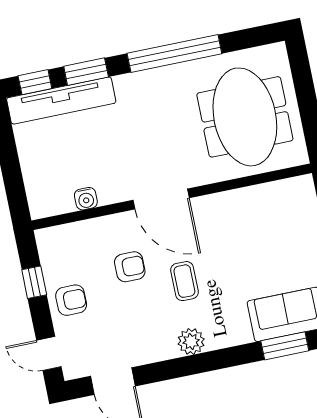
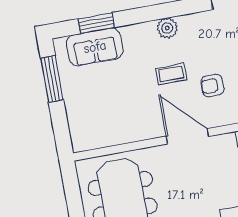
coffee table: (184, 281) -> (171, 74), turned 90

